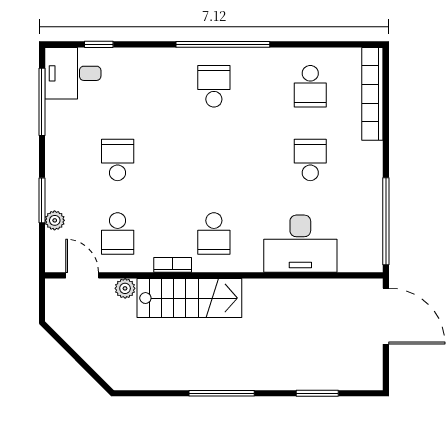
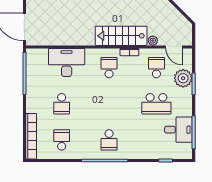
desk: (73, 73) -> (178, 130), moved
school desk: (118, 160) -> (156, 104), width x1.85
plant: (55, 220) -> (183, 78), width x1.88, depth x1.88

